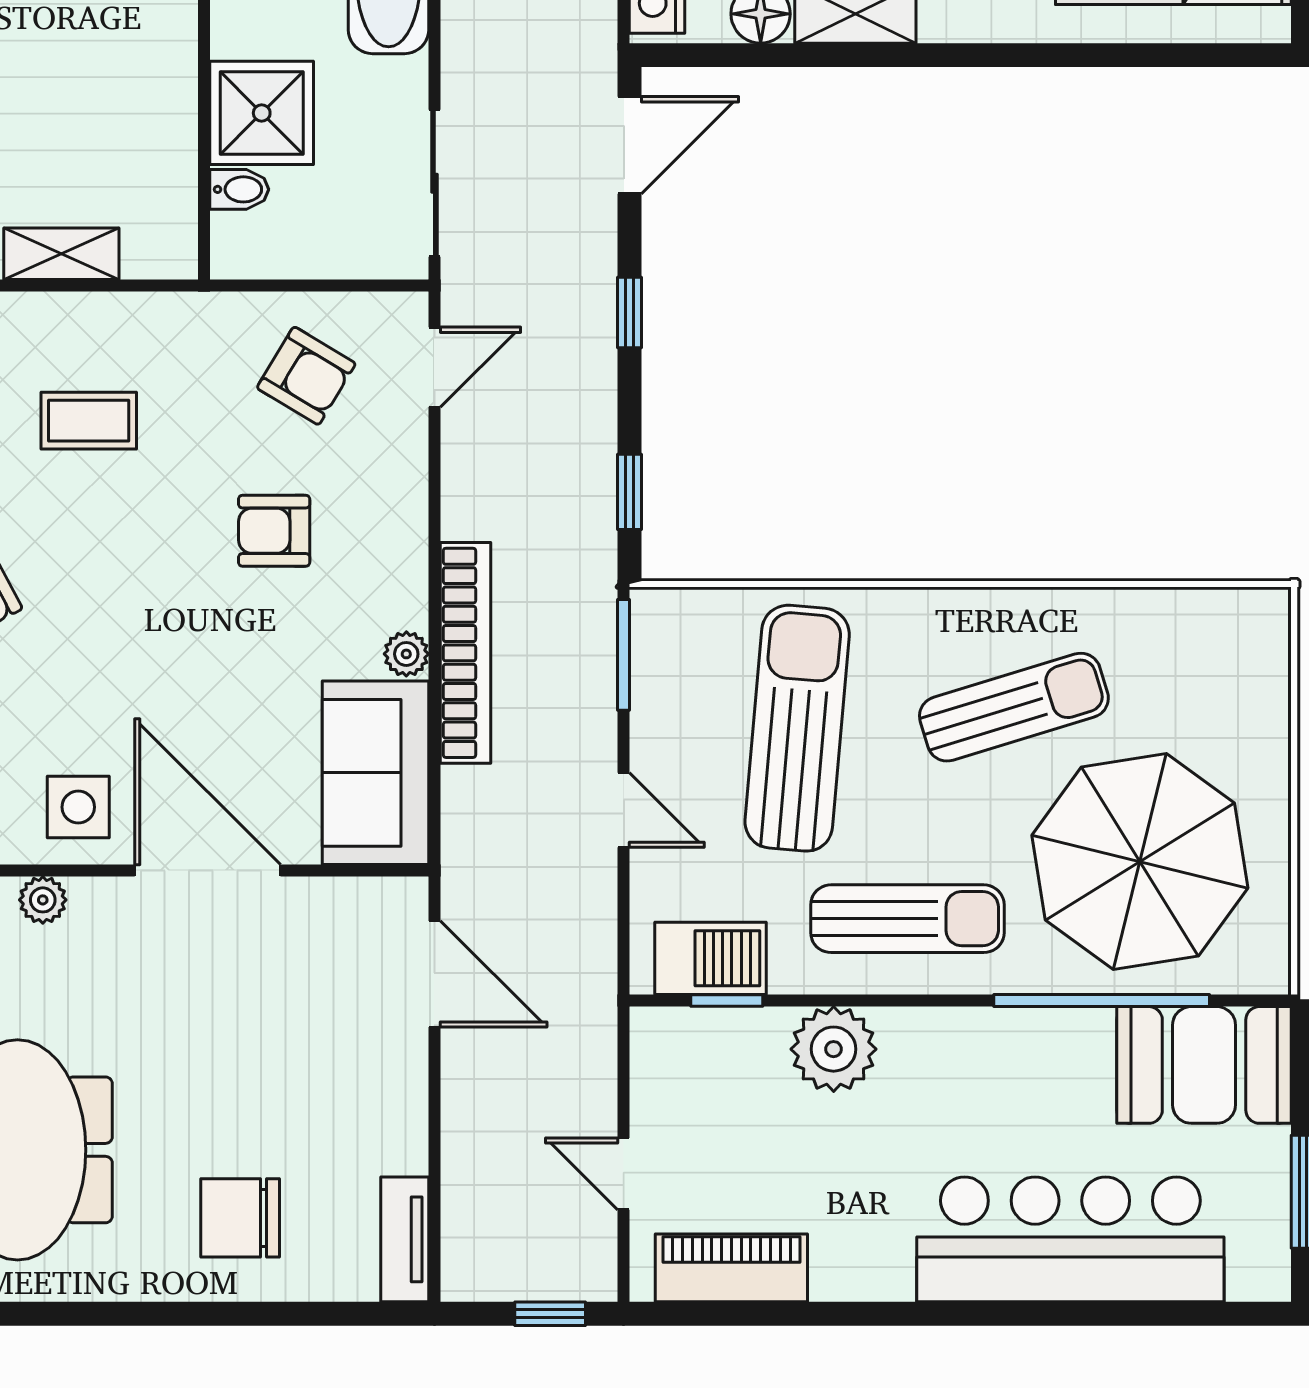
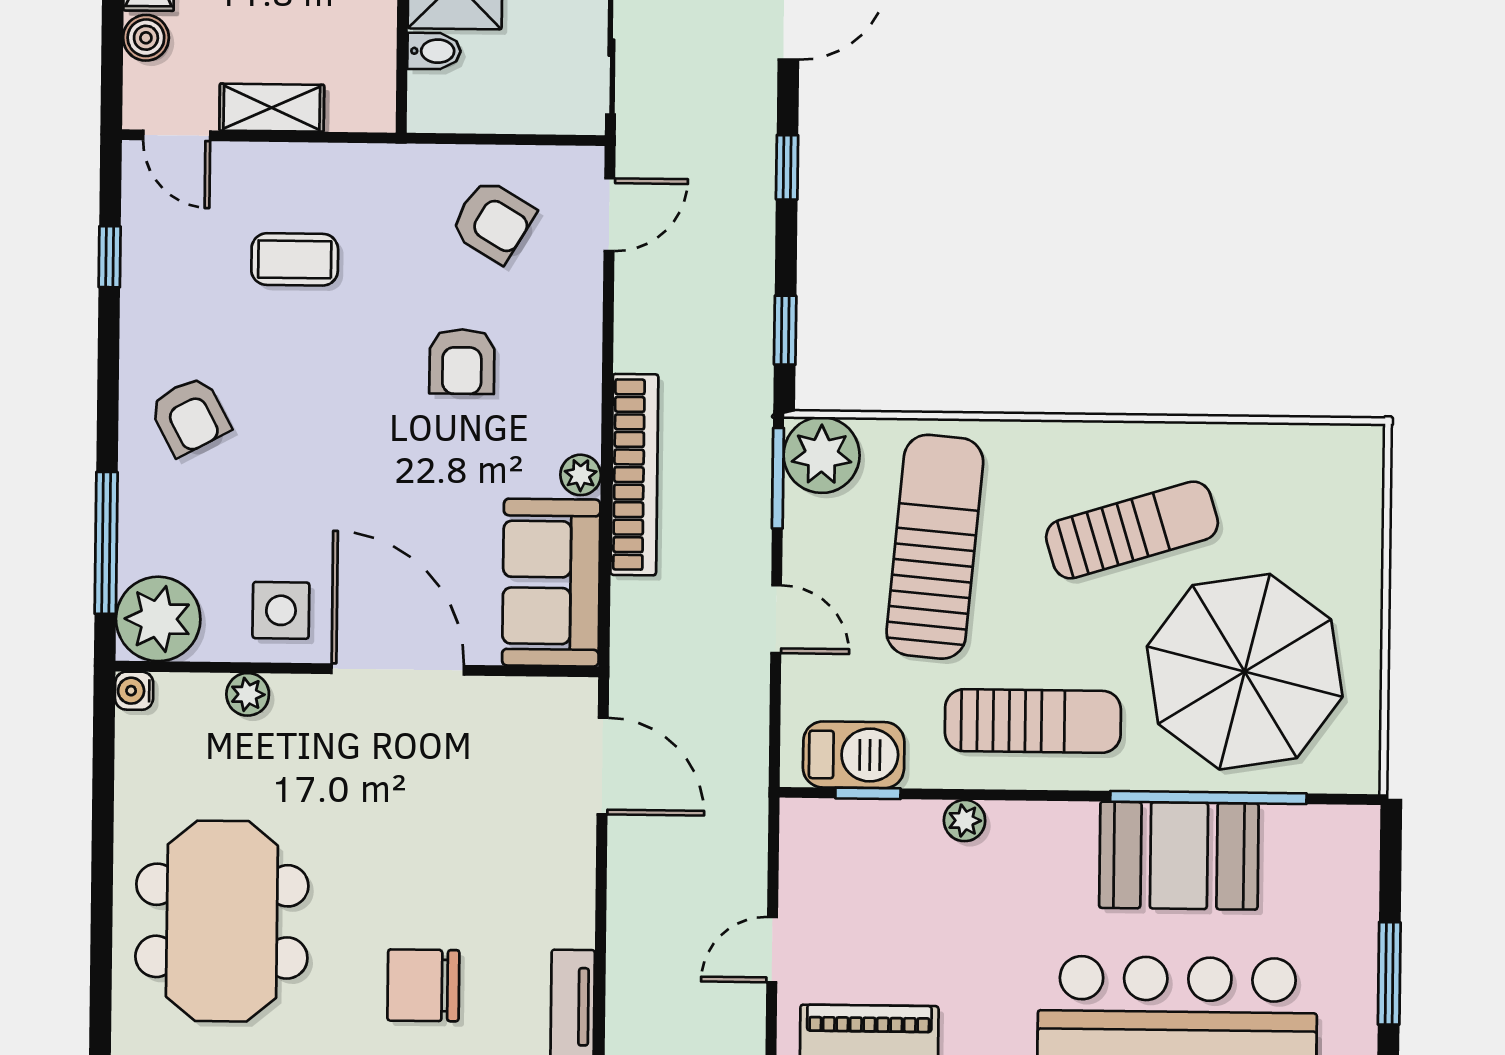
armchair: (274, 531) -> (462, 362), turned -90
plant: (671, 629) -> (822, 455), added
plant: (834, 1049) -> (965, 821), width x0.53, depth x0.53
booth: (1204, 1065) -> (1179, 856), moved
door: (624, 1174) -> (772, 950), hinge flipped

